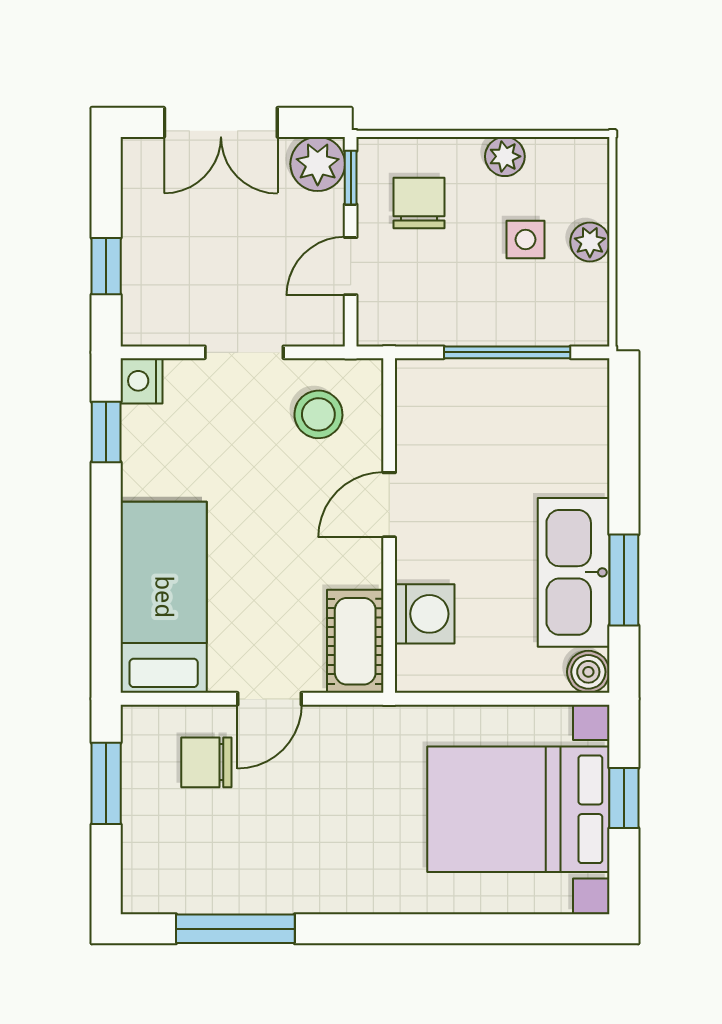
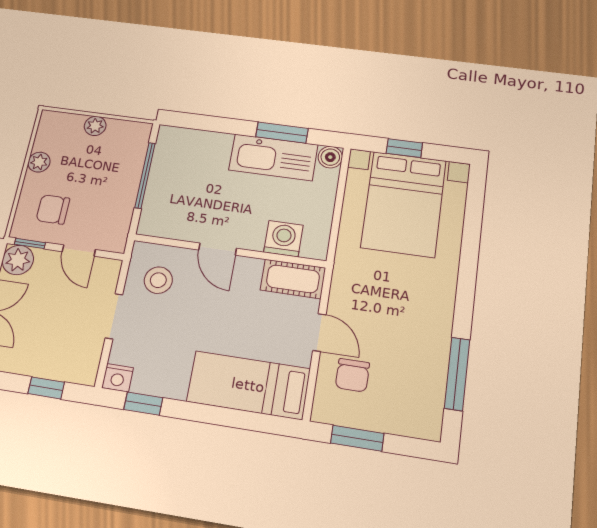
side table: (526, 240) -> (86, 158), removed

